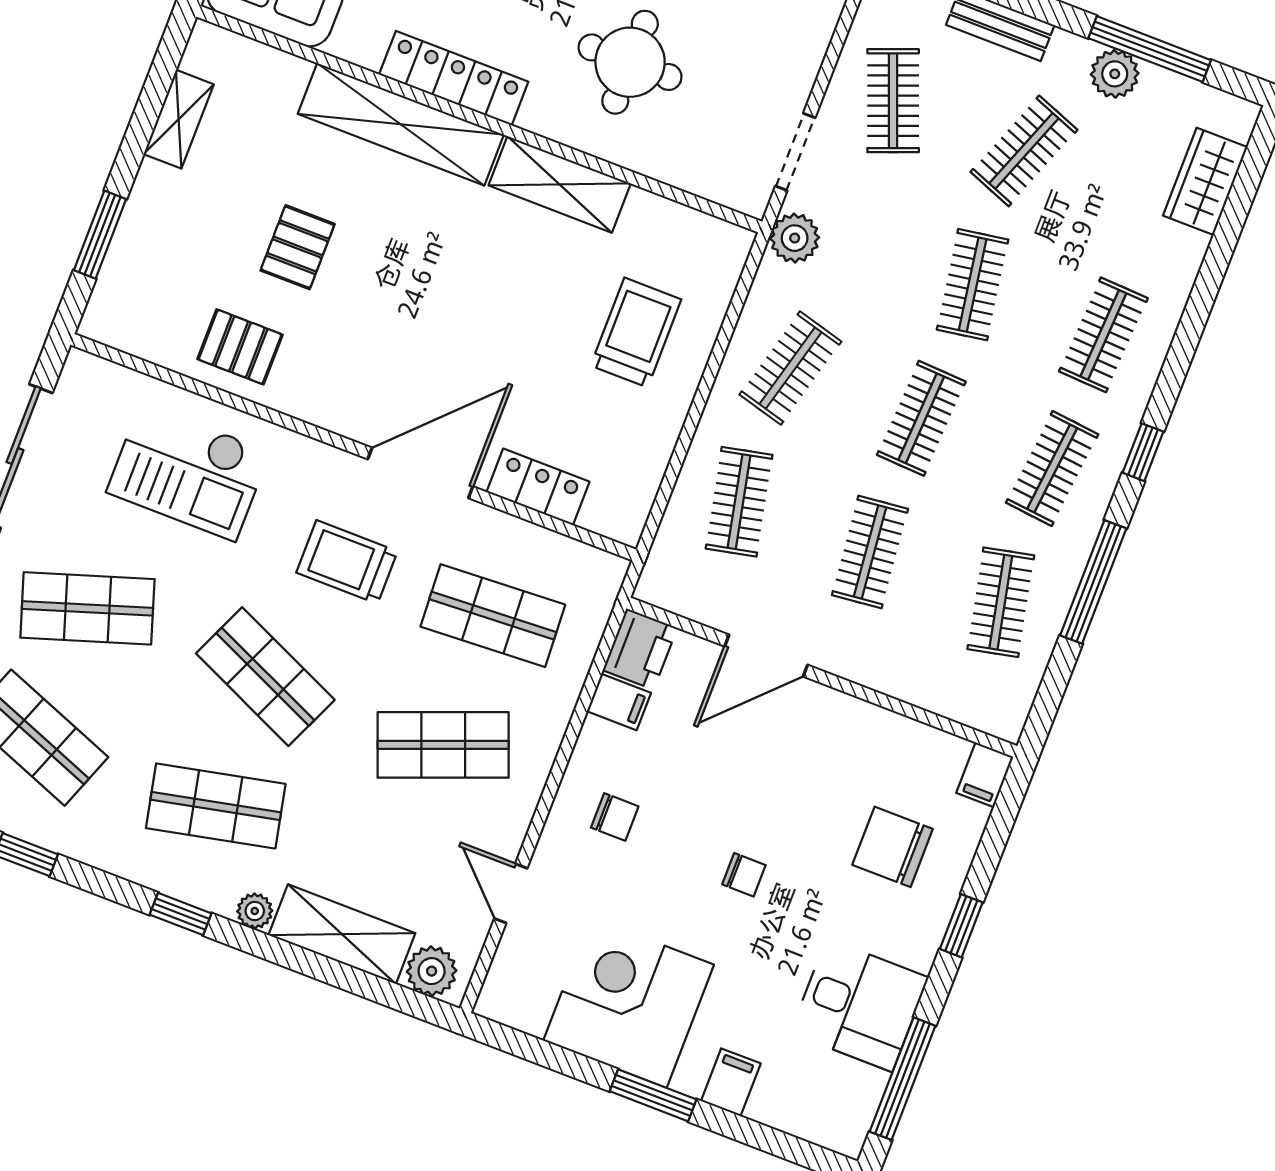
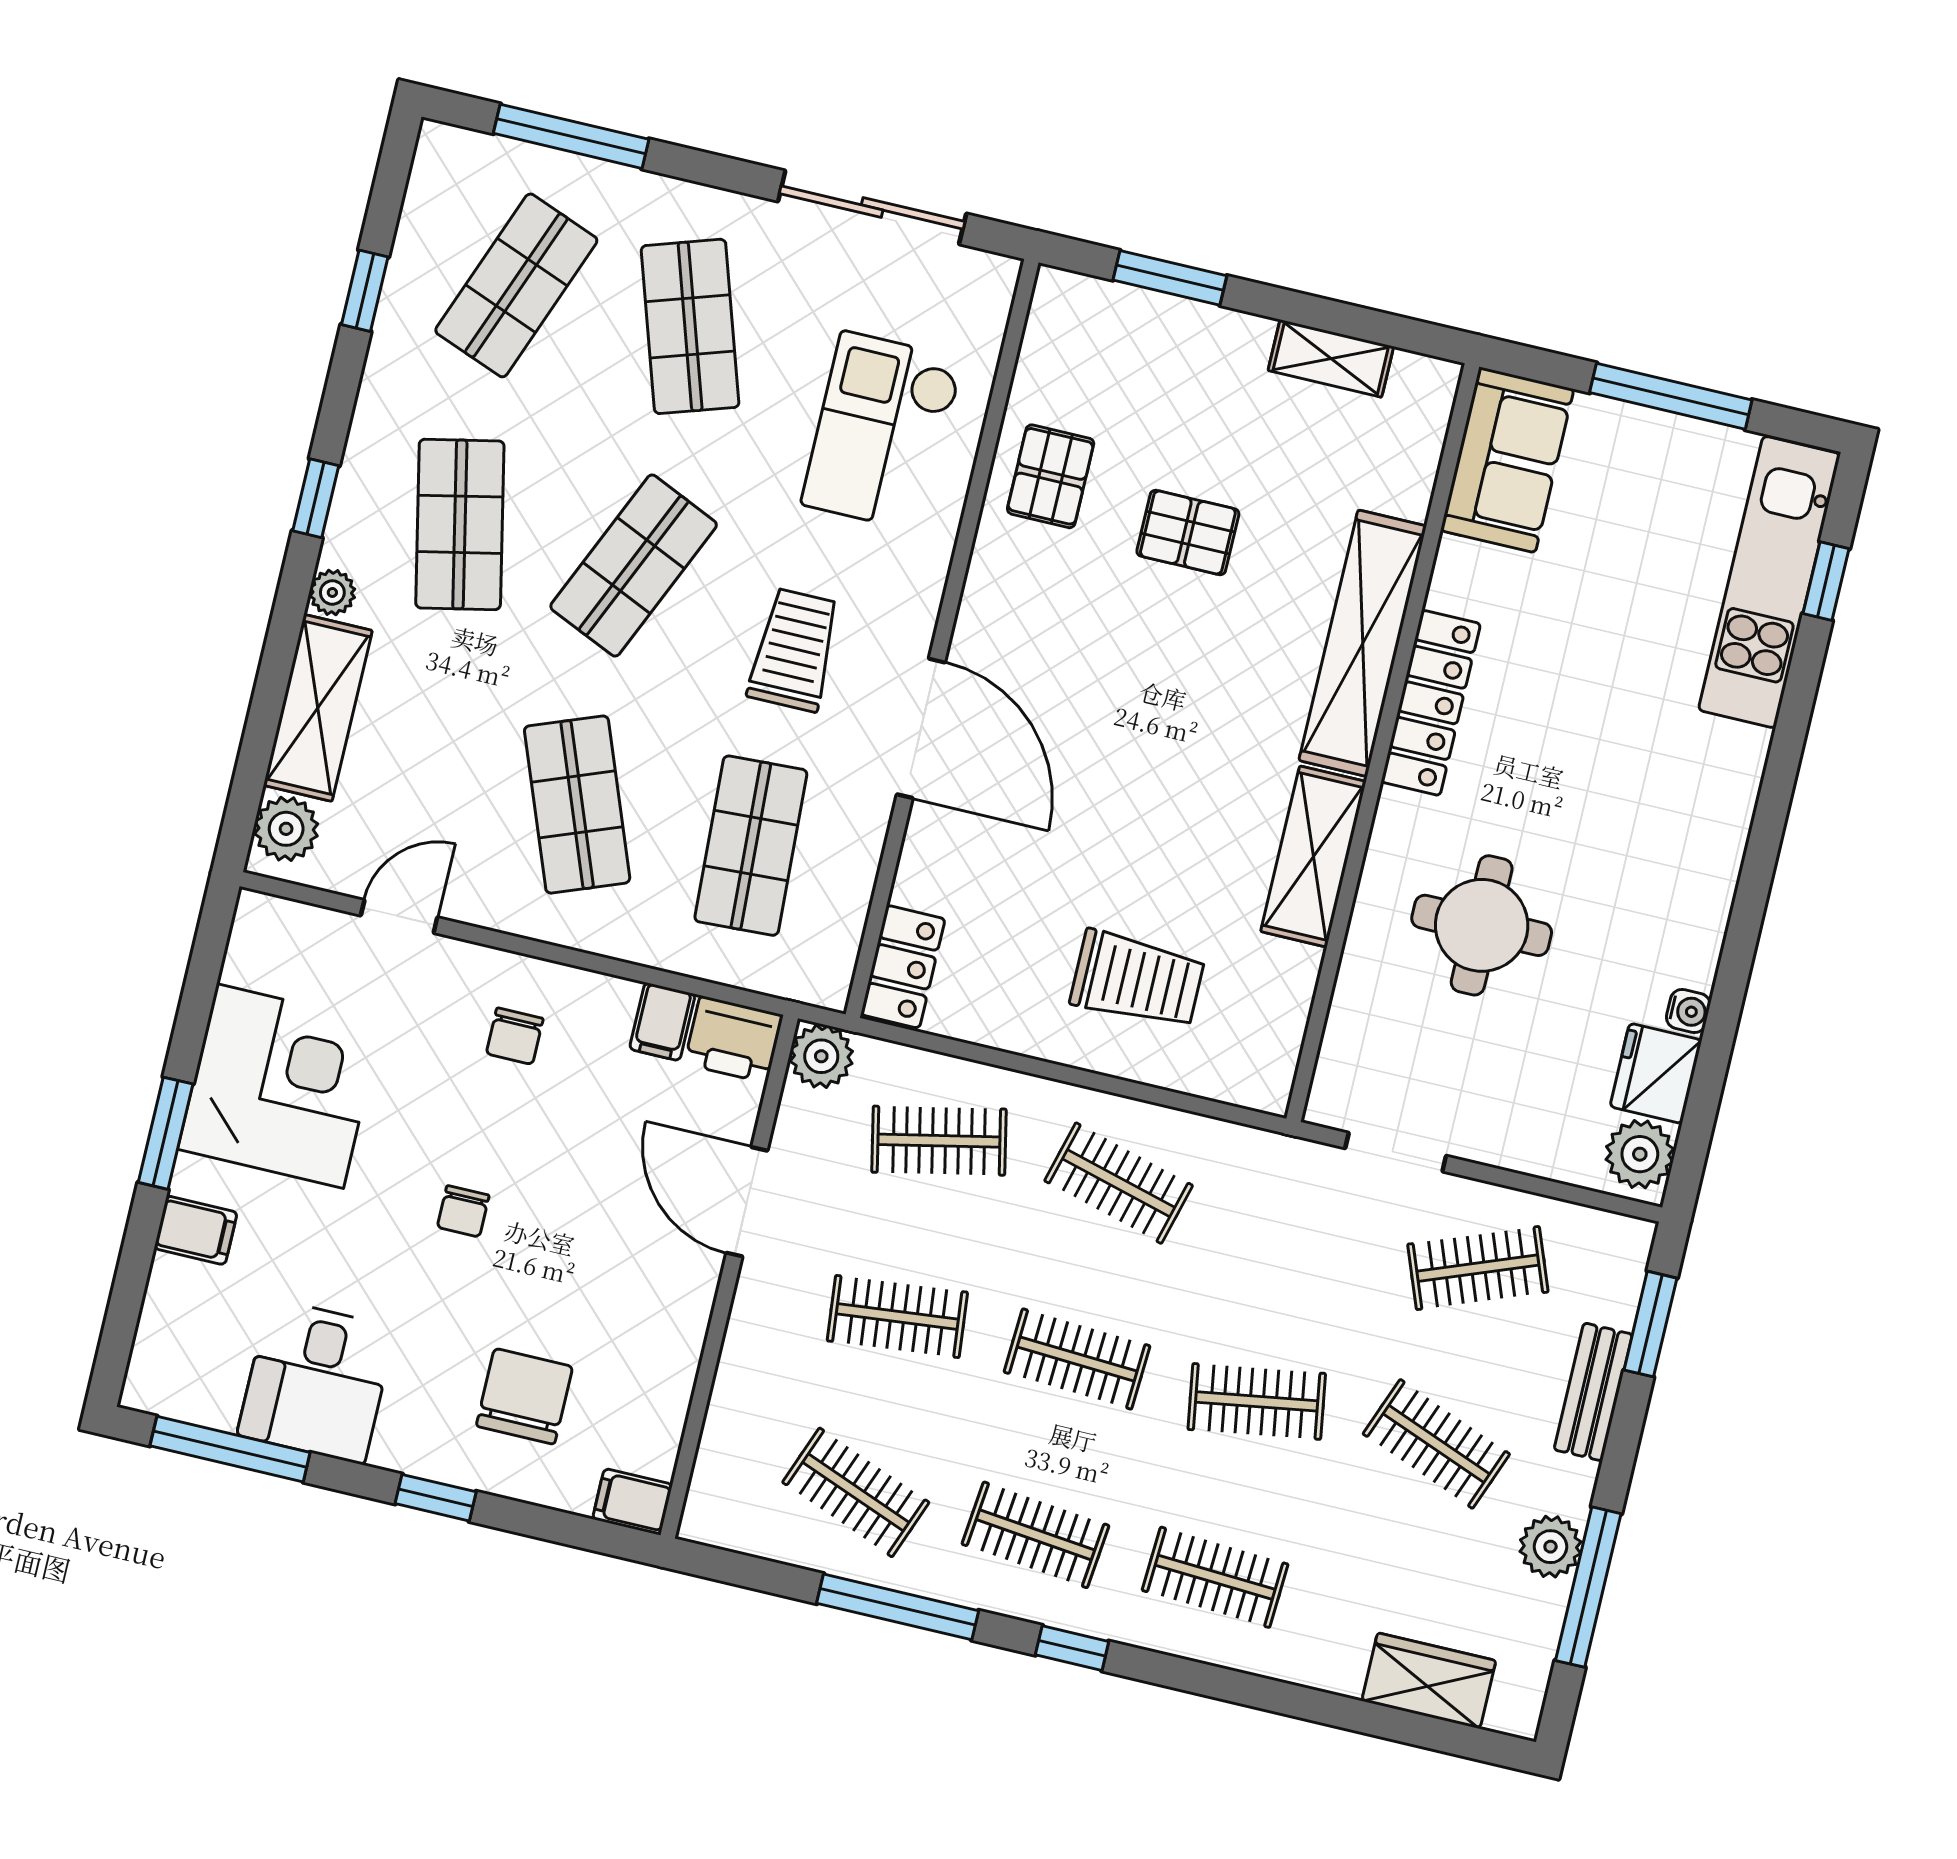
plant: (795, 238) -> (821, 1056), moved
locker: (538, 487) -> (903, 967), moved
clothes rail: (1001, 602) -> (856, 1492), turned 33

